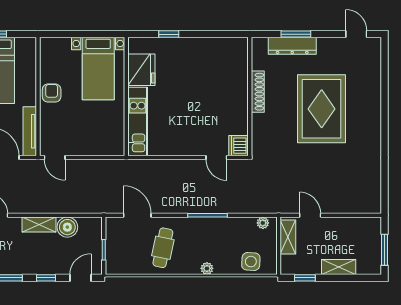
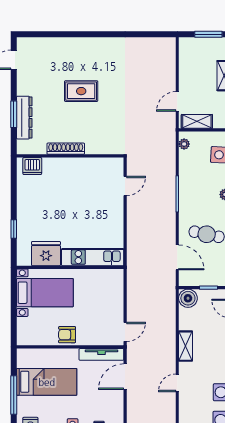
rug: (322, 109) -> (81, 91), width x0.54, depth x0.49
dishwasher: (239, 146) -> (32, 166), moved
door: (137, 215) -> (177, 257), swing flipped
boiler: (67, 227) -> (188, 298), moved

